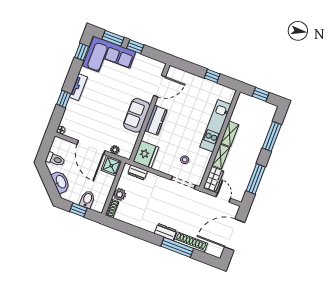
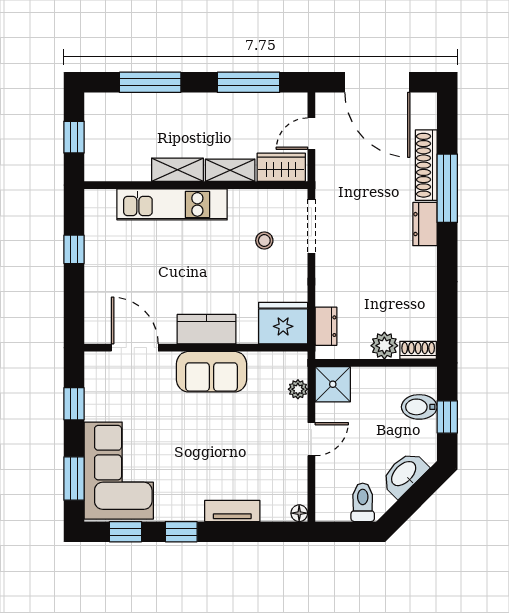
window: (135, 47) -> (74, 404), moved
tv unit: (78, 87) -> (232, 511), moved
window: (64, 99) -> (181, 532), moved
door: (91, 147) -> (311, 439), width x0.53

